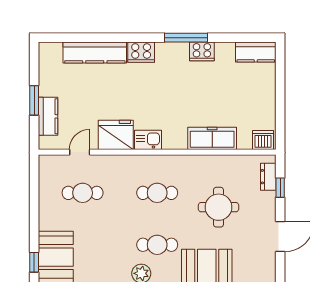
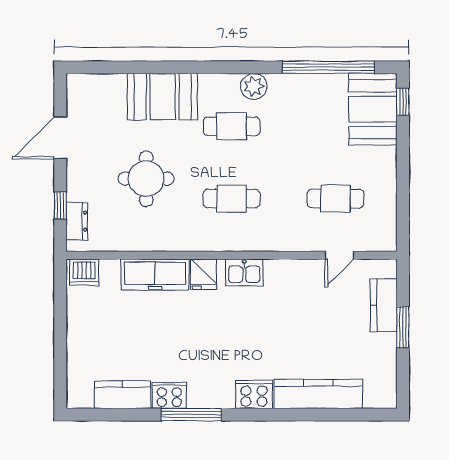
kitchen counter: (256, 52) -> (122, 395), moved
fridge: (116, 135) -> (204, 274), moved, width x0.53, depth x0.75

